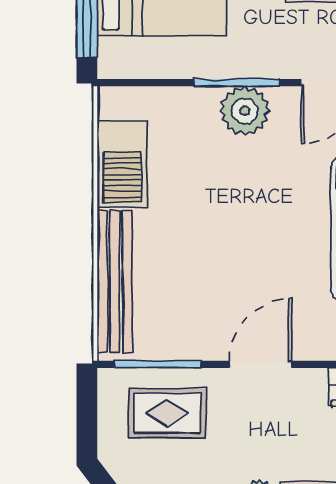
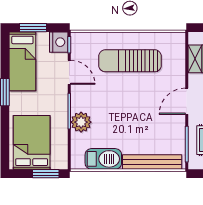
plant: (245, 111) -> (81, 122), moved
door: (261, 364) -> (187, 101), hinge flipped

